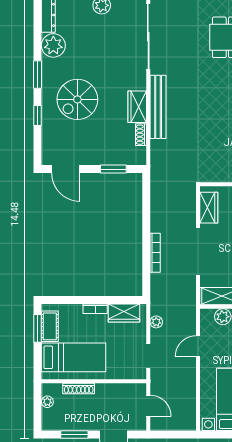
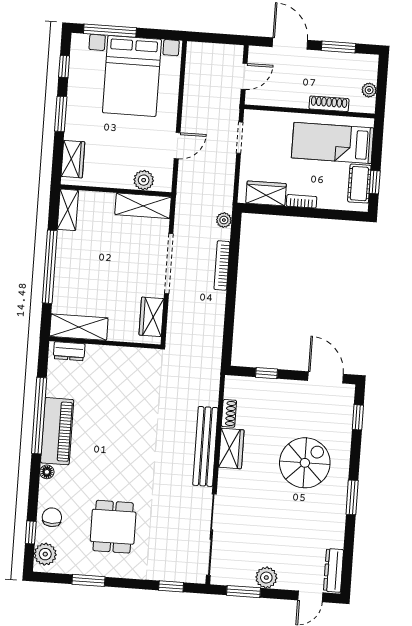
plant: (53, 45) -> (330, 532), removed
window: (38, 116) -> (358, 417), moved
window: (113, 169) -> (266, 373), width x0.67
plant: (156, 322) -> (224, 220), moved
window: (38, 328) -> (375, 182), width x0.67
door: (148, 406) -> (244, 76), swing flipped

